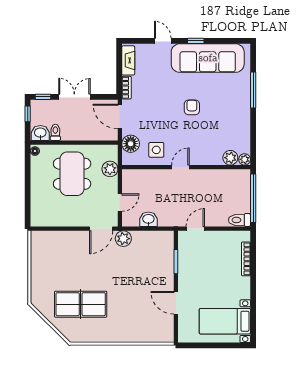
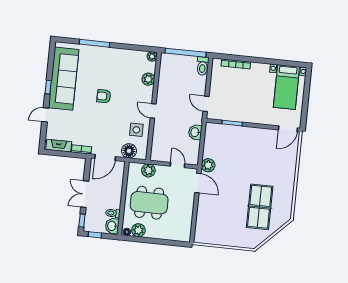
plant: (230, 158) -> (148, 79), moved
plant: (38, 165) -> (138, 230), added
washbasin: (148, 219) -> (195, 132), moved
door: (176, 303) -> (288, 129), moved

